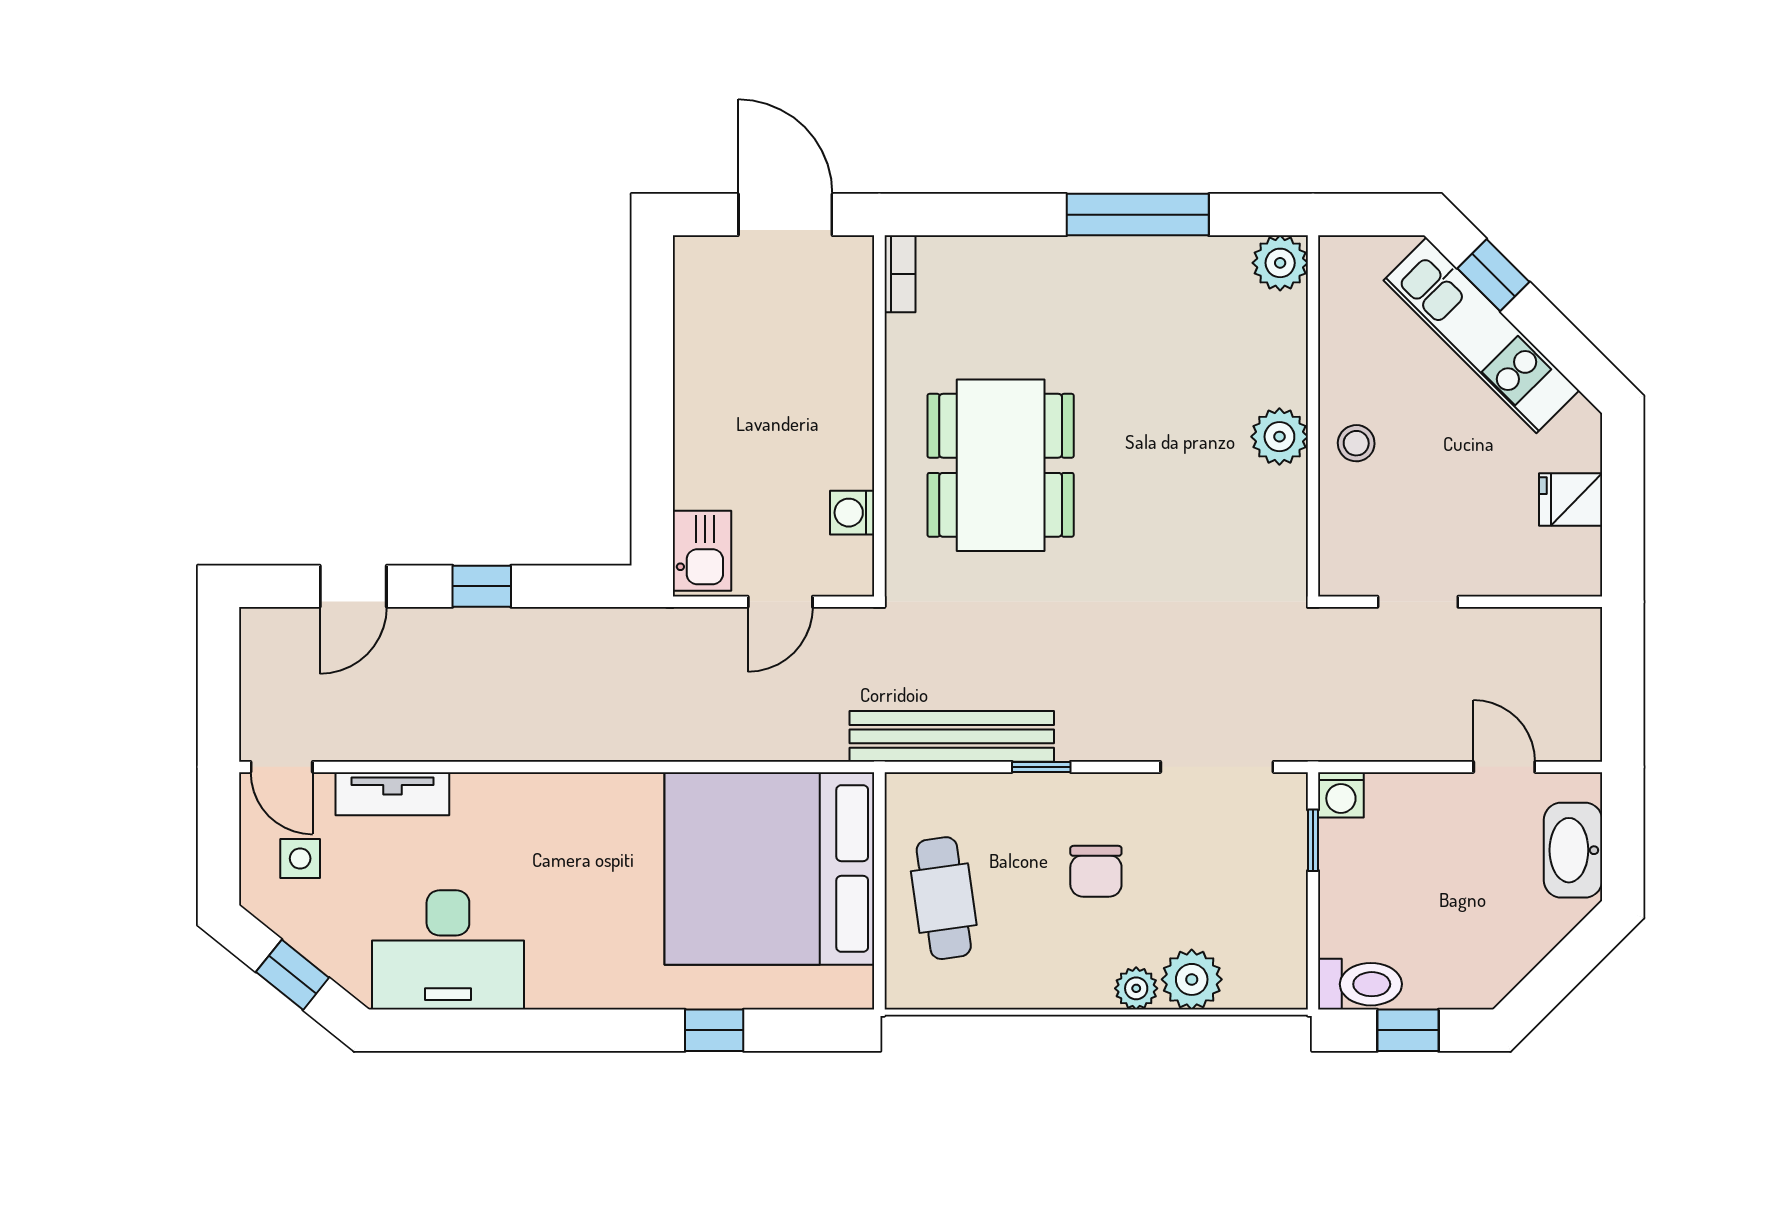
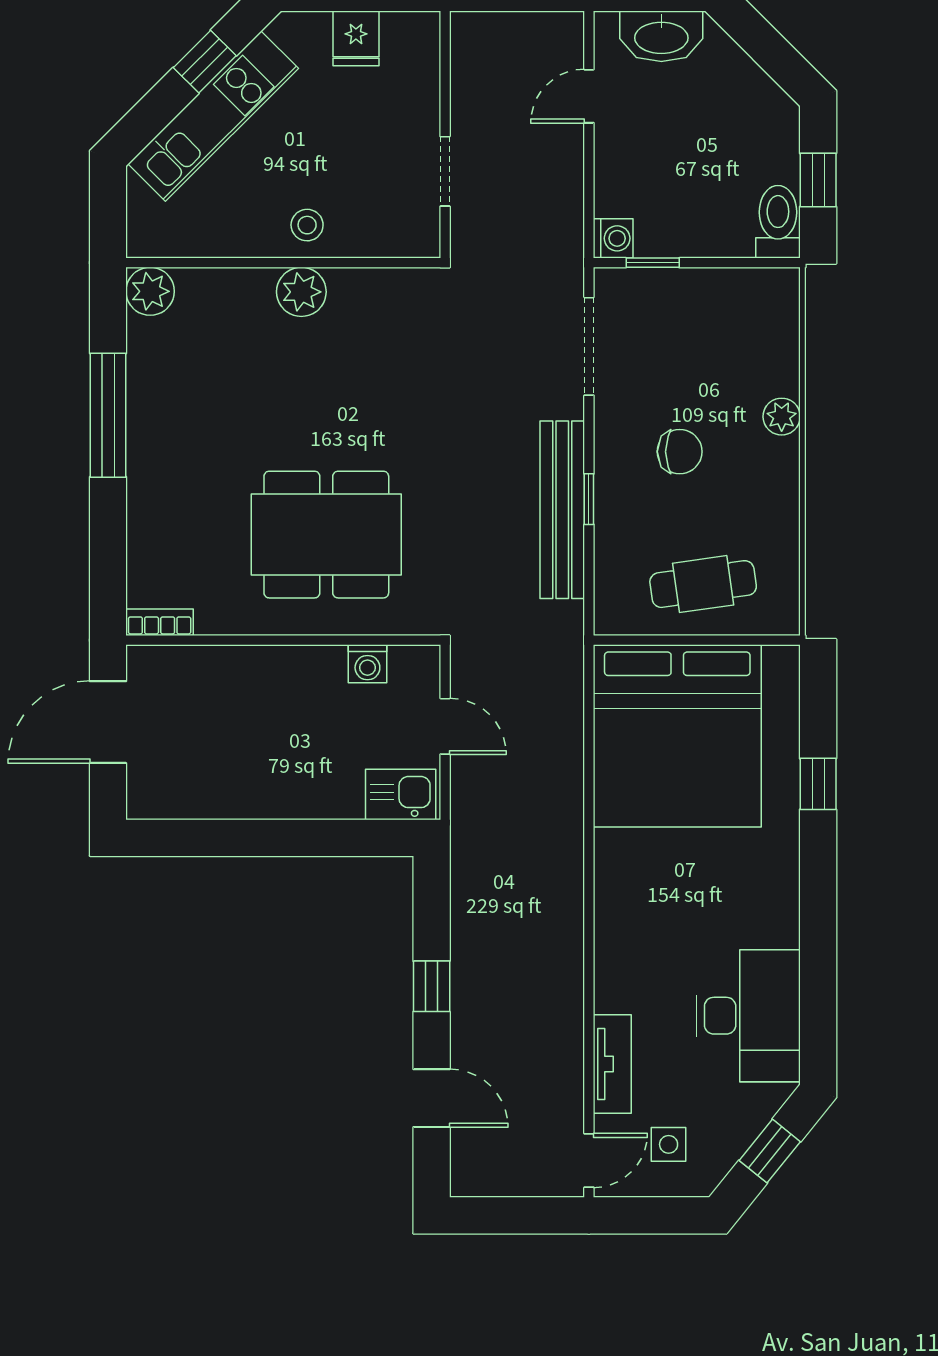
window: (1493, 275) -> (205, 62), moved
bench: (952, 736) -> (562, 510), moved
plant: (1192, 979) -> (774, 368), removed

